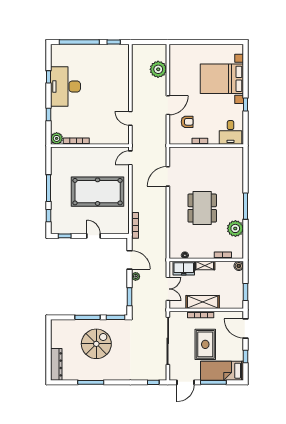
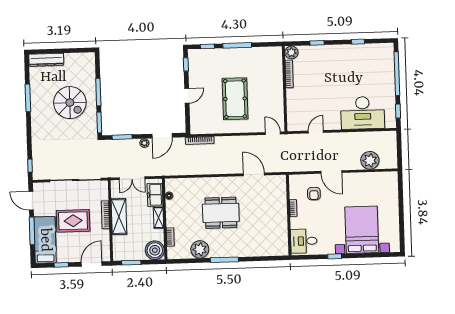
desk: (65, 86) -> (363, 113), moved, turned 180
pool table: (98, 192) -> (235, 99), width x0.73, depth x0.76
boiler: (239, 266) -> (155, 250), width x1.86, depth x1.86

